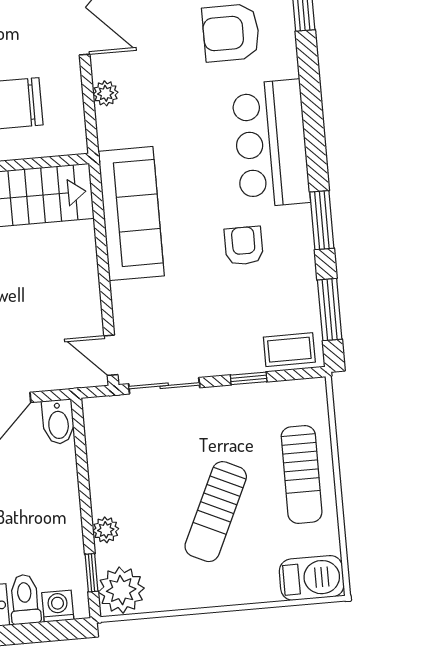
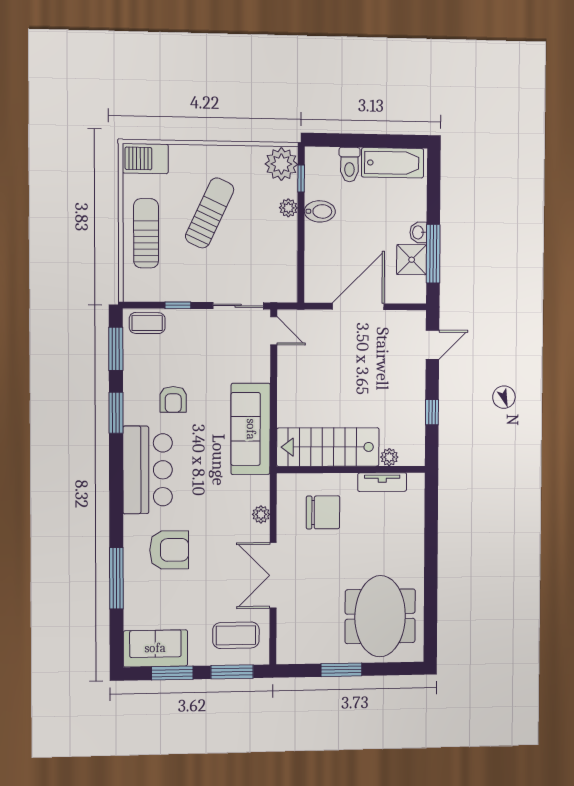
bidet: (58, 422) -> (320, 211), moved, turned 90
washing machine: (58, 606) -> (327, 157), removed

